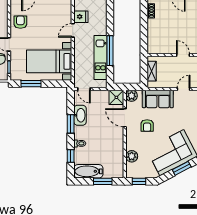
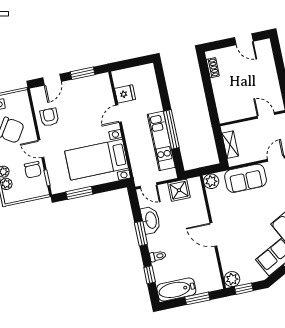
shower: (116, 97) -> (179, 190), moved
door: (125, 118) -> (213, 234), moved
armchair: (147, 126) -> (239, 215), removed
plant: (132, 156) -> (232, 279), moved

